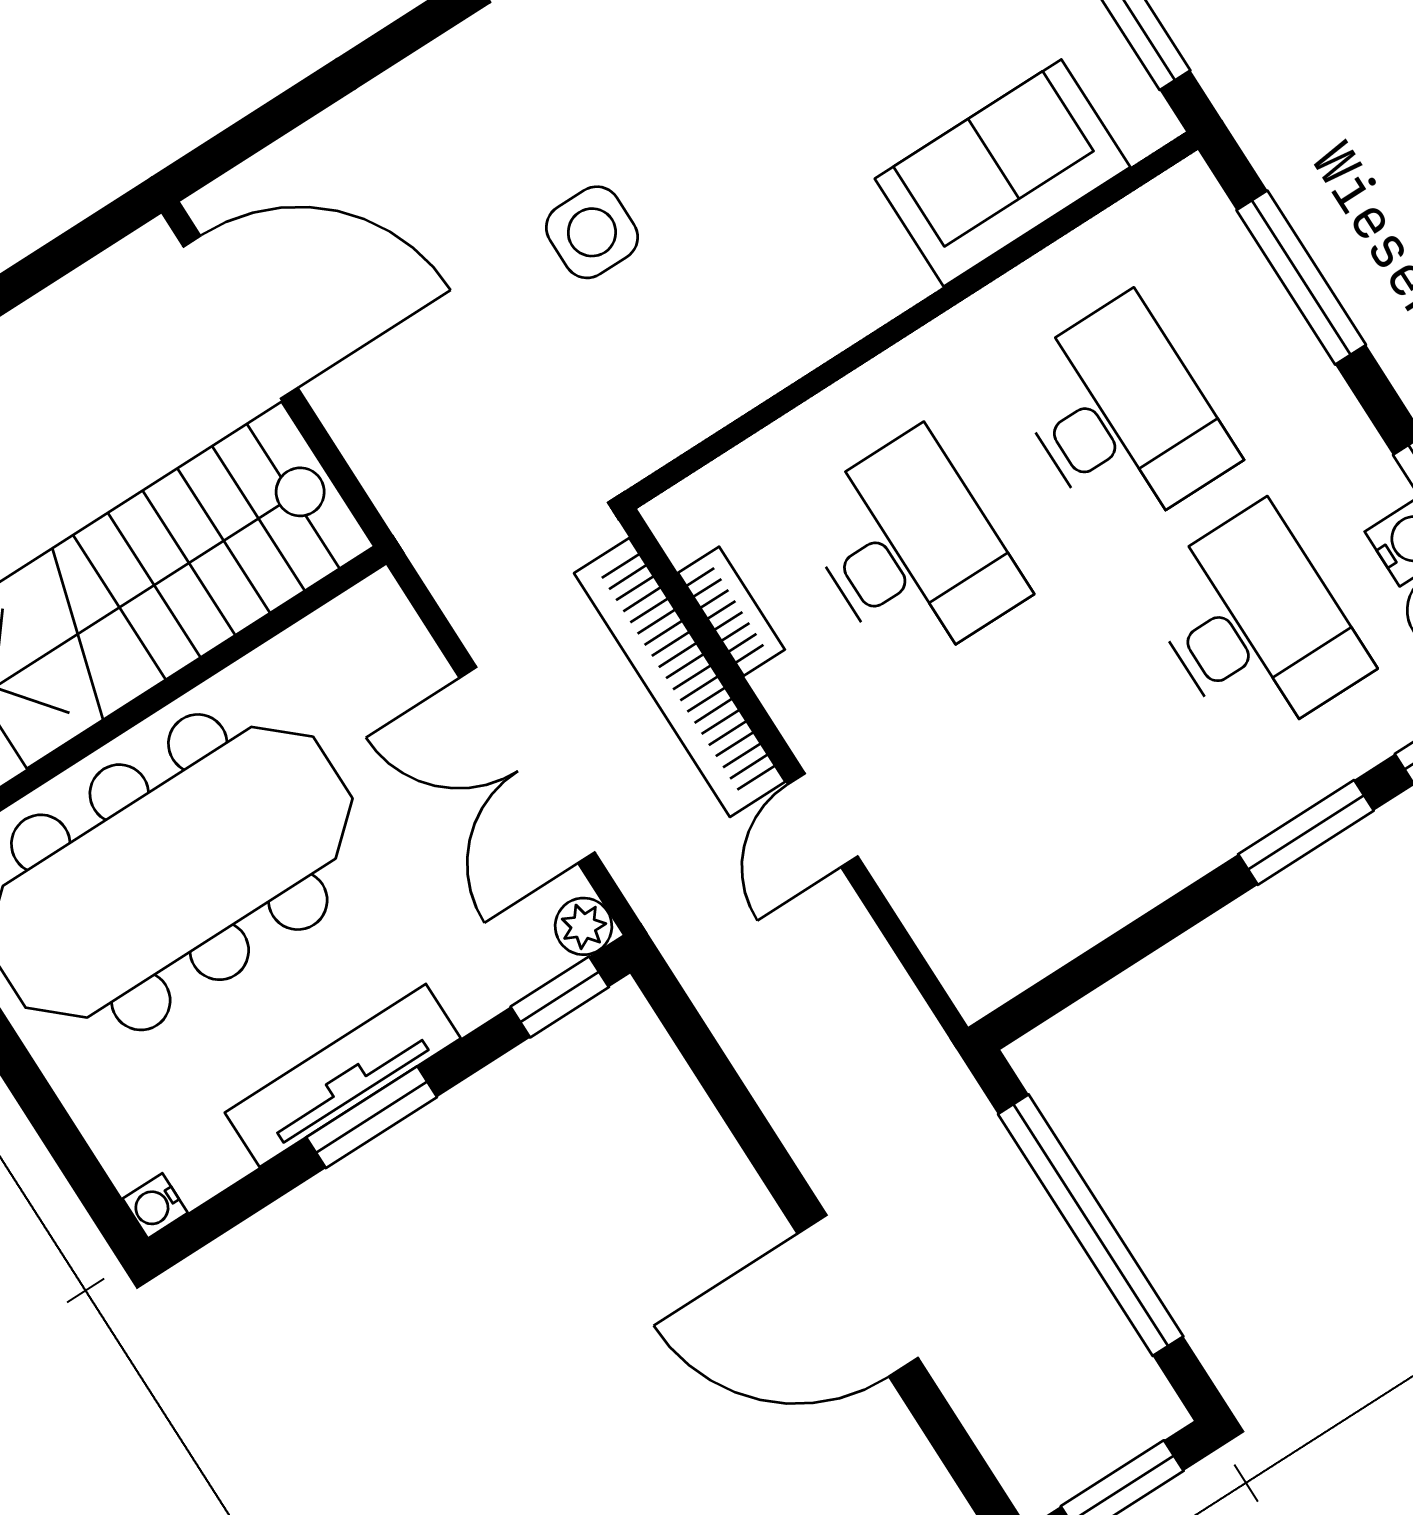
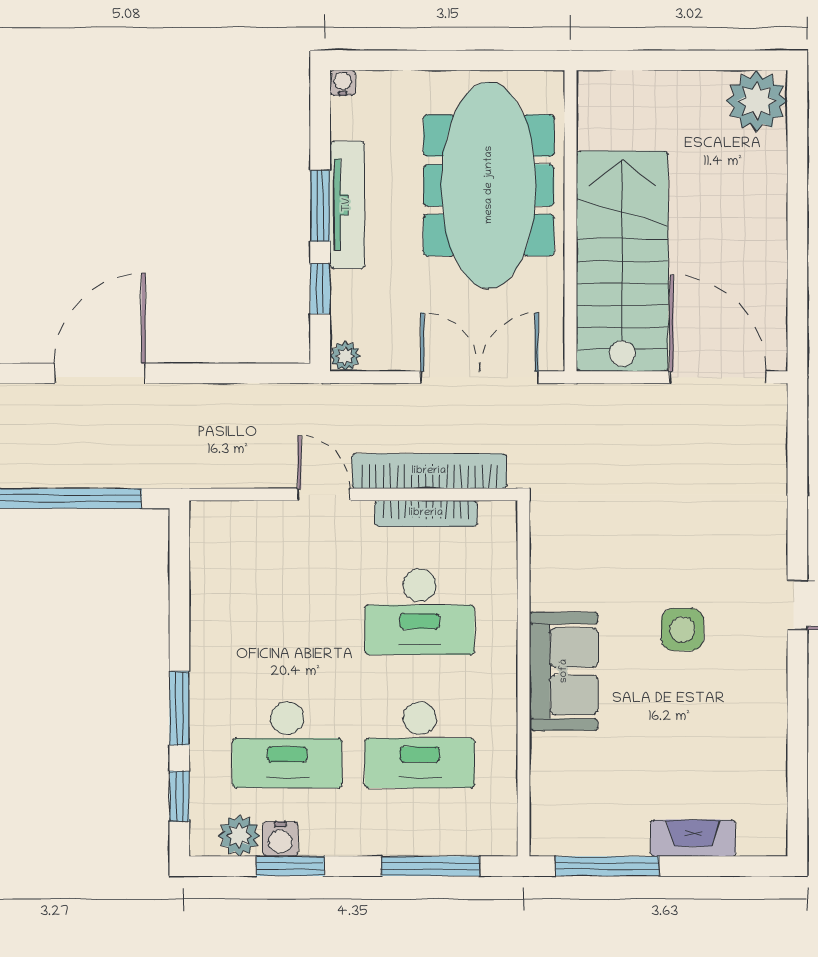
sofa: (1003, 173) -> (564, 671), moved
side table: (592, 232) -> (682, 629), moved
door: (241, 317) -> (718, 377), swing flipped
bookcase: (731, 611) -> (426, 513), width x1.56
double door: (527, 765) -> (480, 377), moved
window: (560, 997) -> (320, 289), moved

